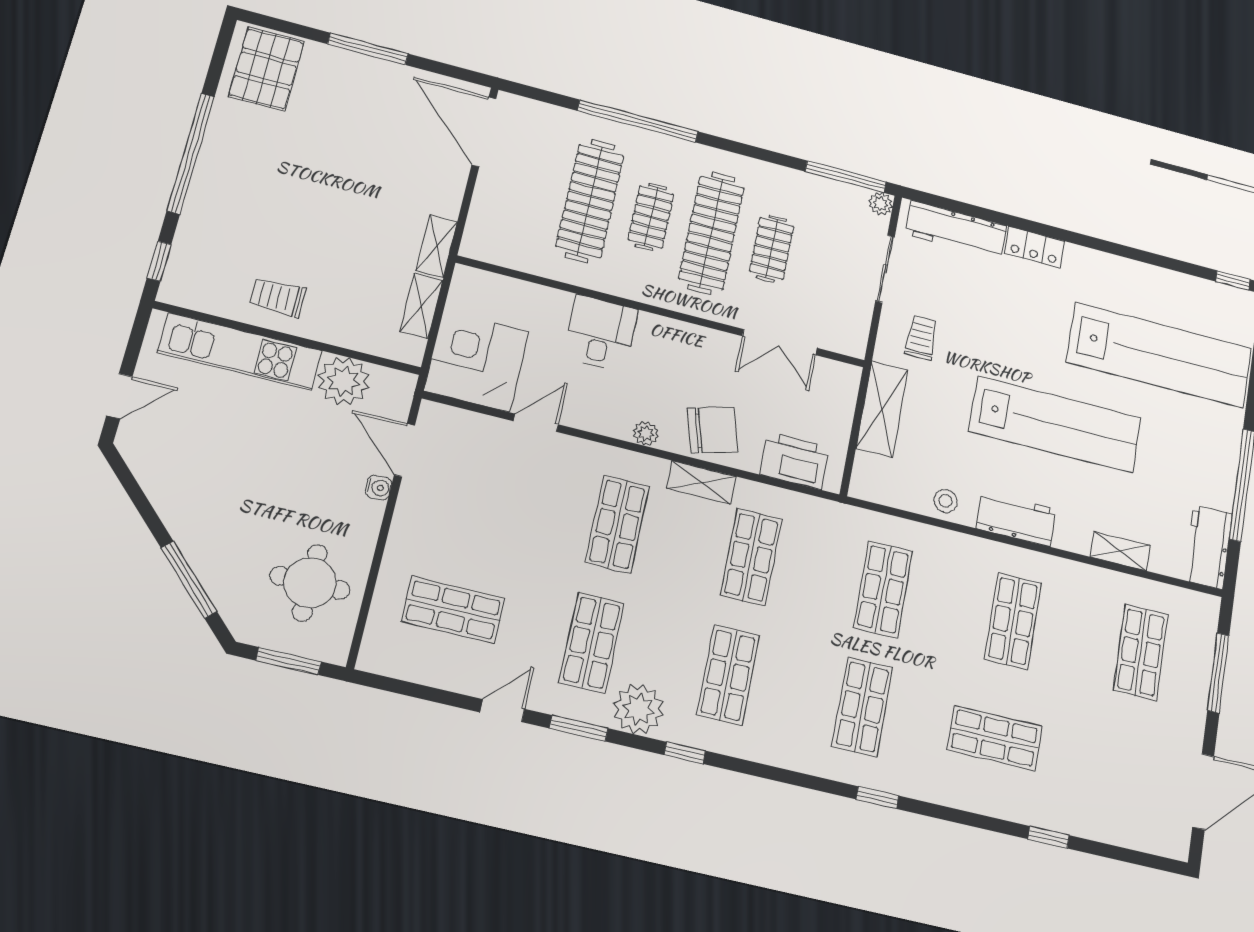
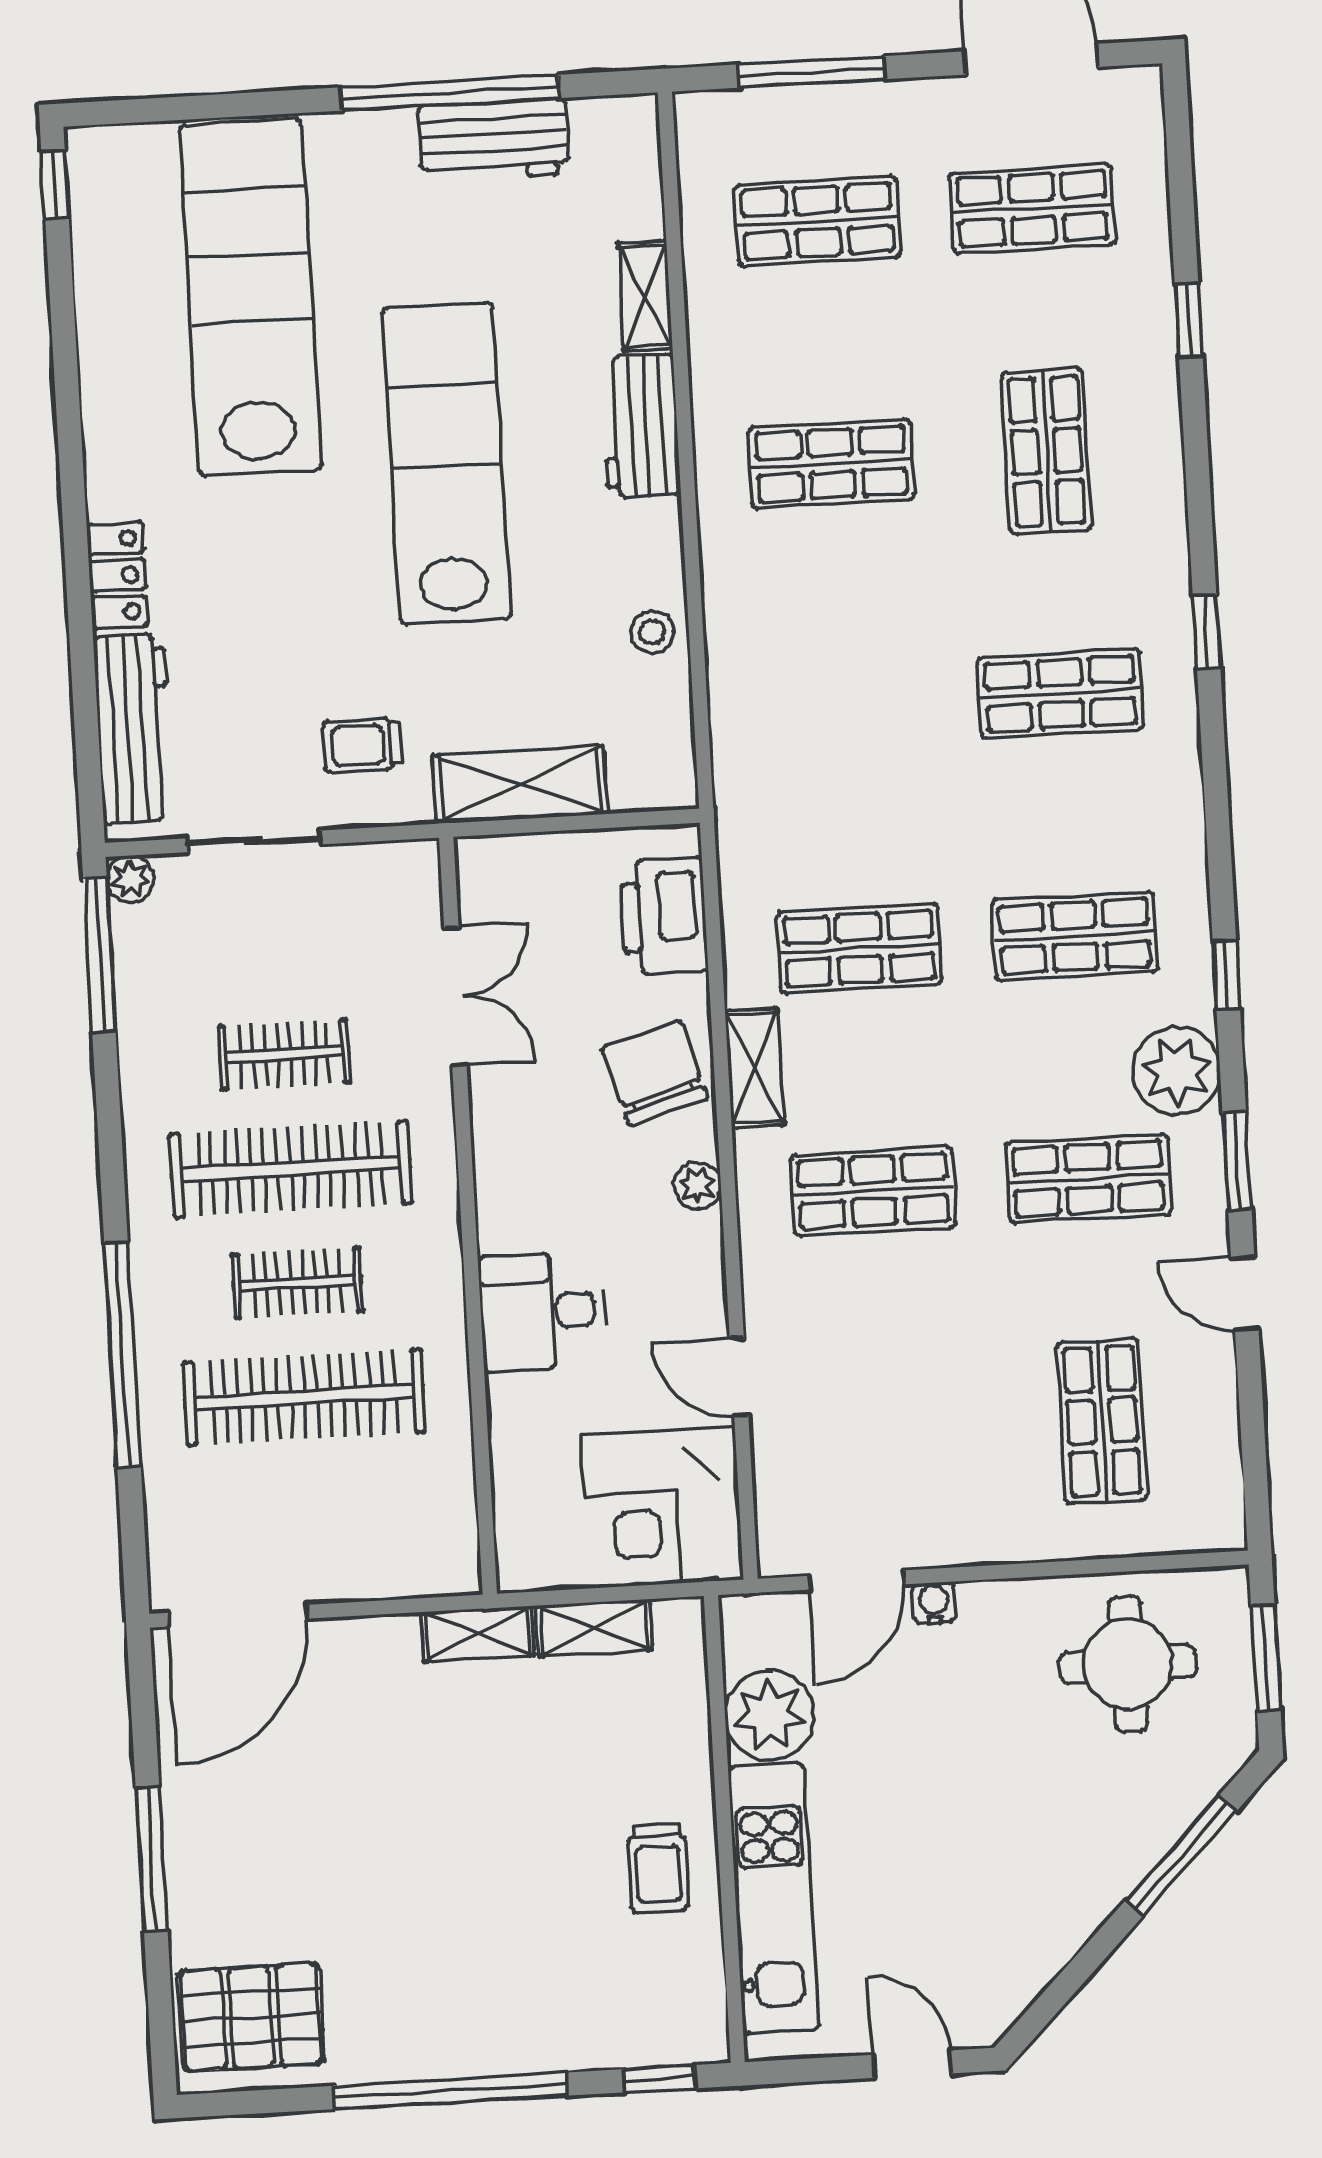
workbench: (1016, 519) -> (641, 426), moved
workbench: (1208, 547) -> (493, 140), moved
shop shelf: (883, 589) -> (1033, 209), moved

